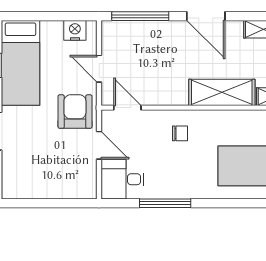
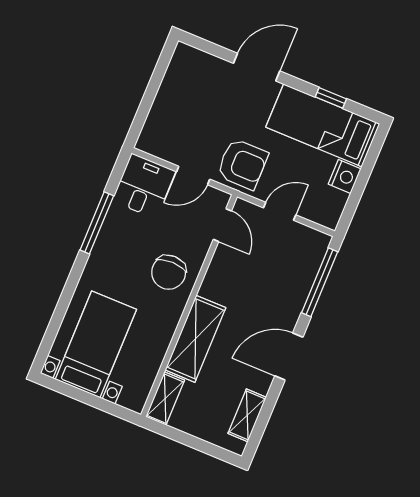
nightstand: (75, 30) -> (345, 176), moved
door: (127, 108) -> (222, 225), hinge flipped
chair: (180, 133) -> (169, 272), width x1.87, depth x1.87

